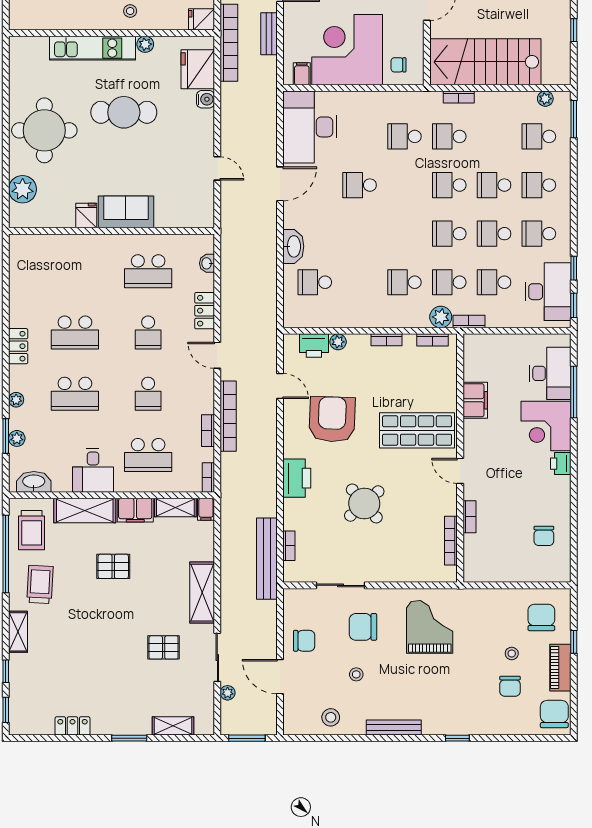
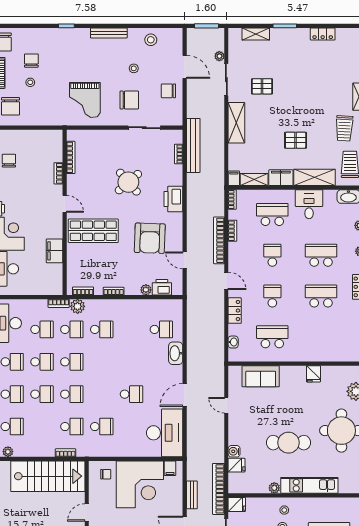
fridge: (198, 69) -> (237, 465), width x0.53, depth x0.75
sofa: (126, 212) -> (261, 376), moved

